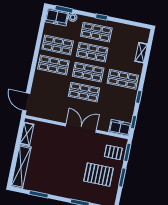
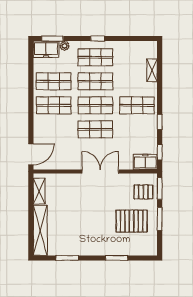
door: (26, 102) -> (31, 154), swing flipped

